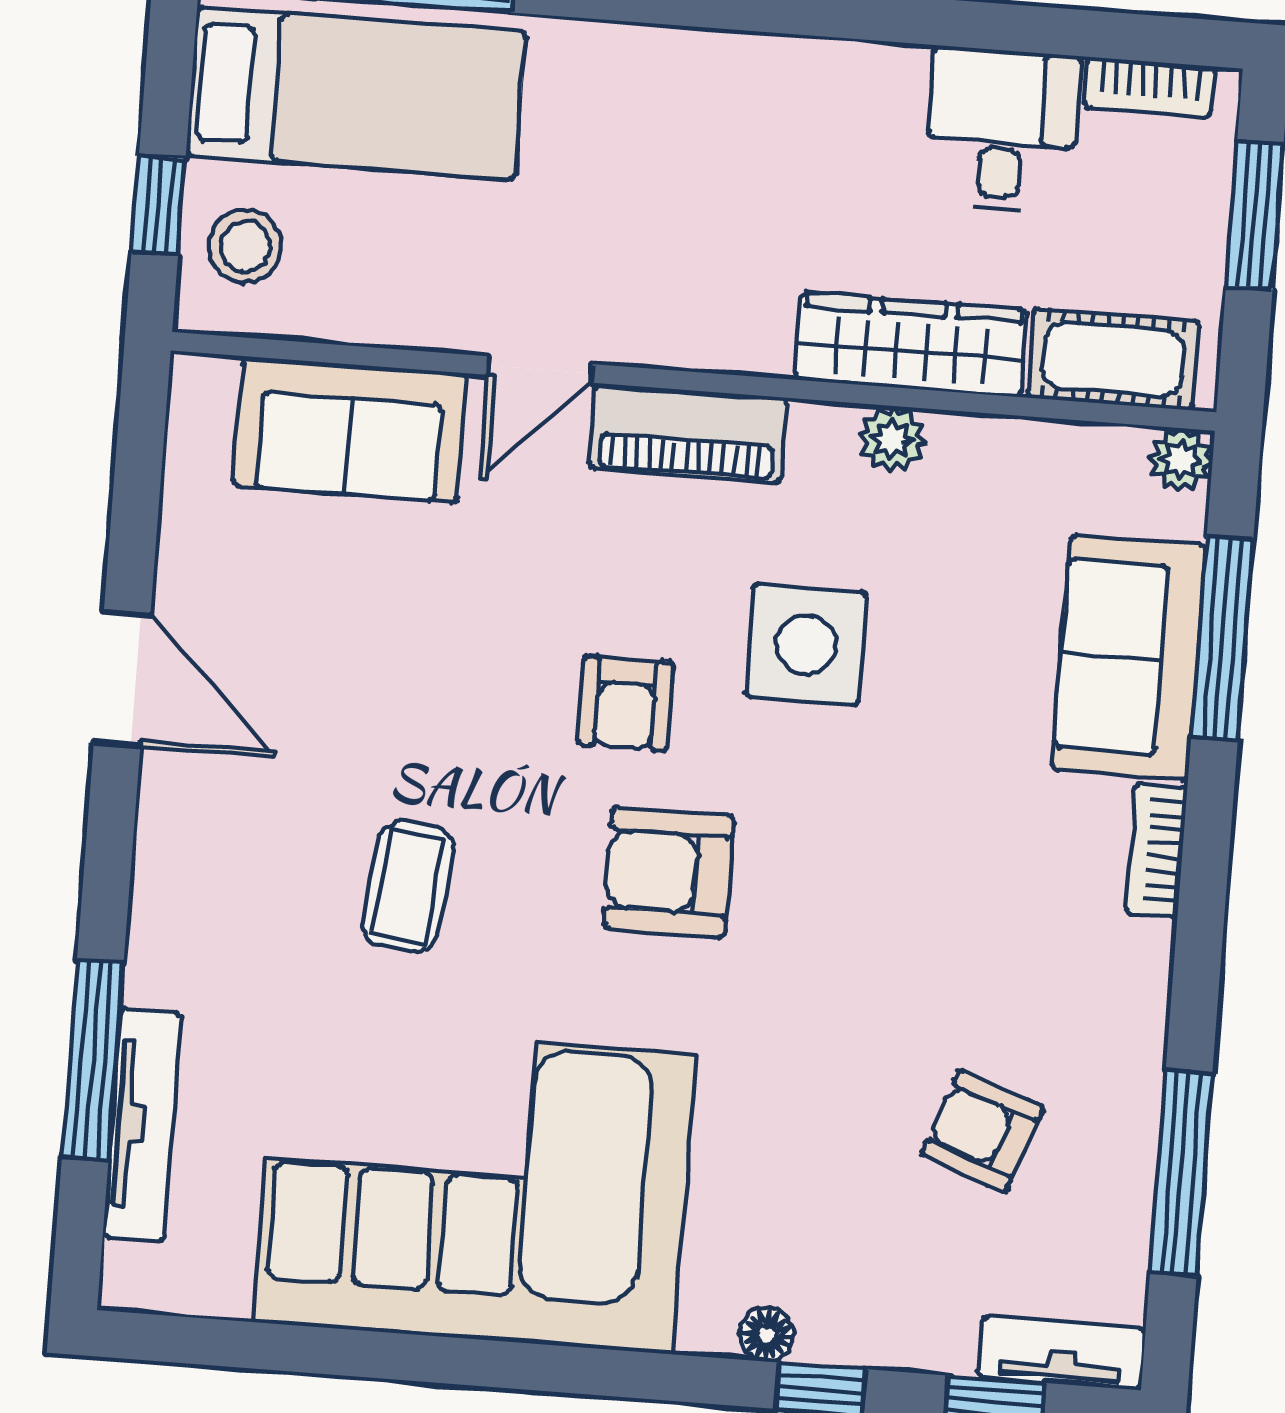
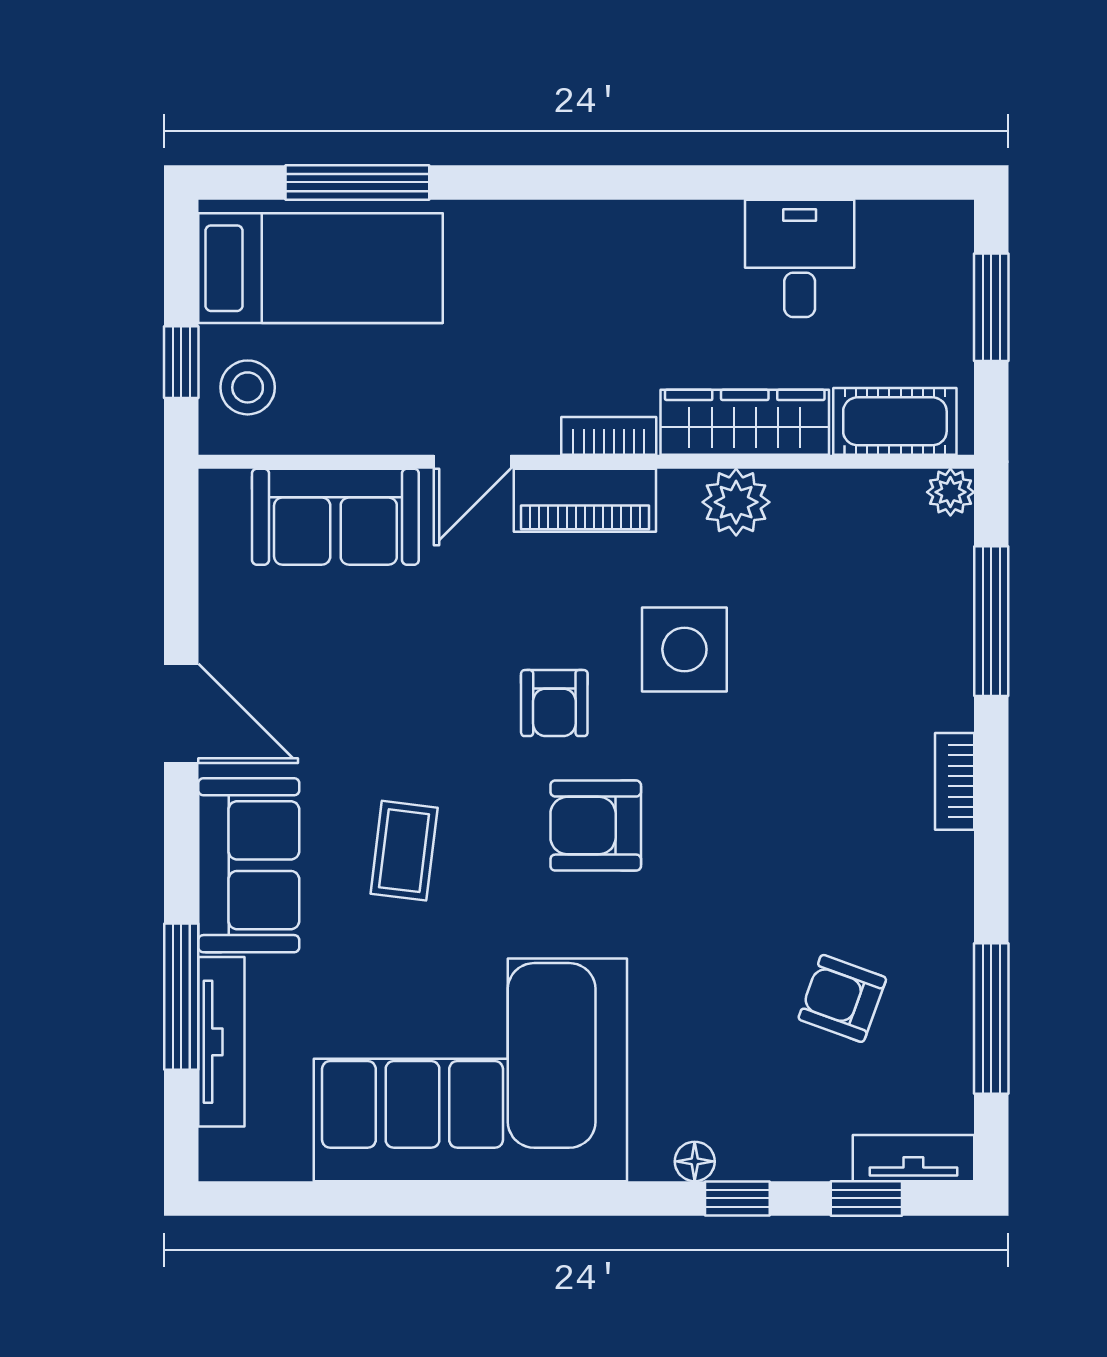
bookcase: (1149, 87) -> (609, 436), moved, turned 180
plant: (892, 439) -> (736, 502), width x1.38, depth x1.38
sofa: (1129, 658) -> (249, 865), moved, turned 180

